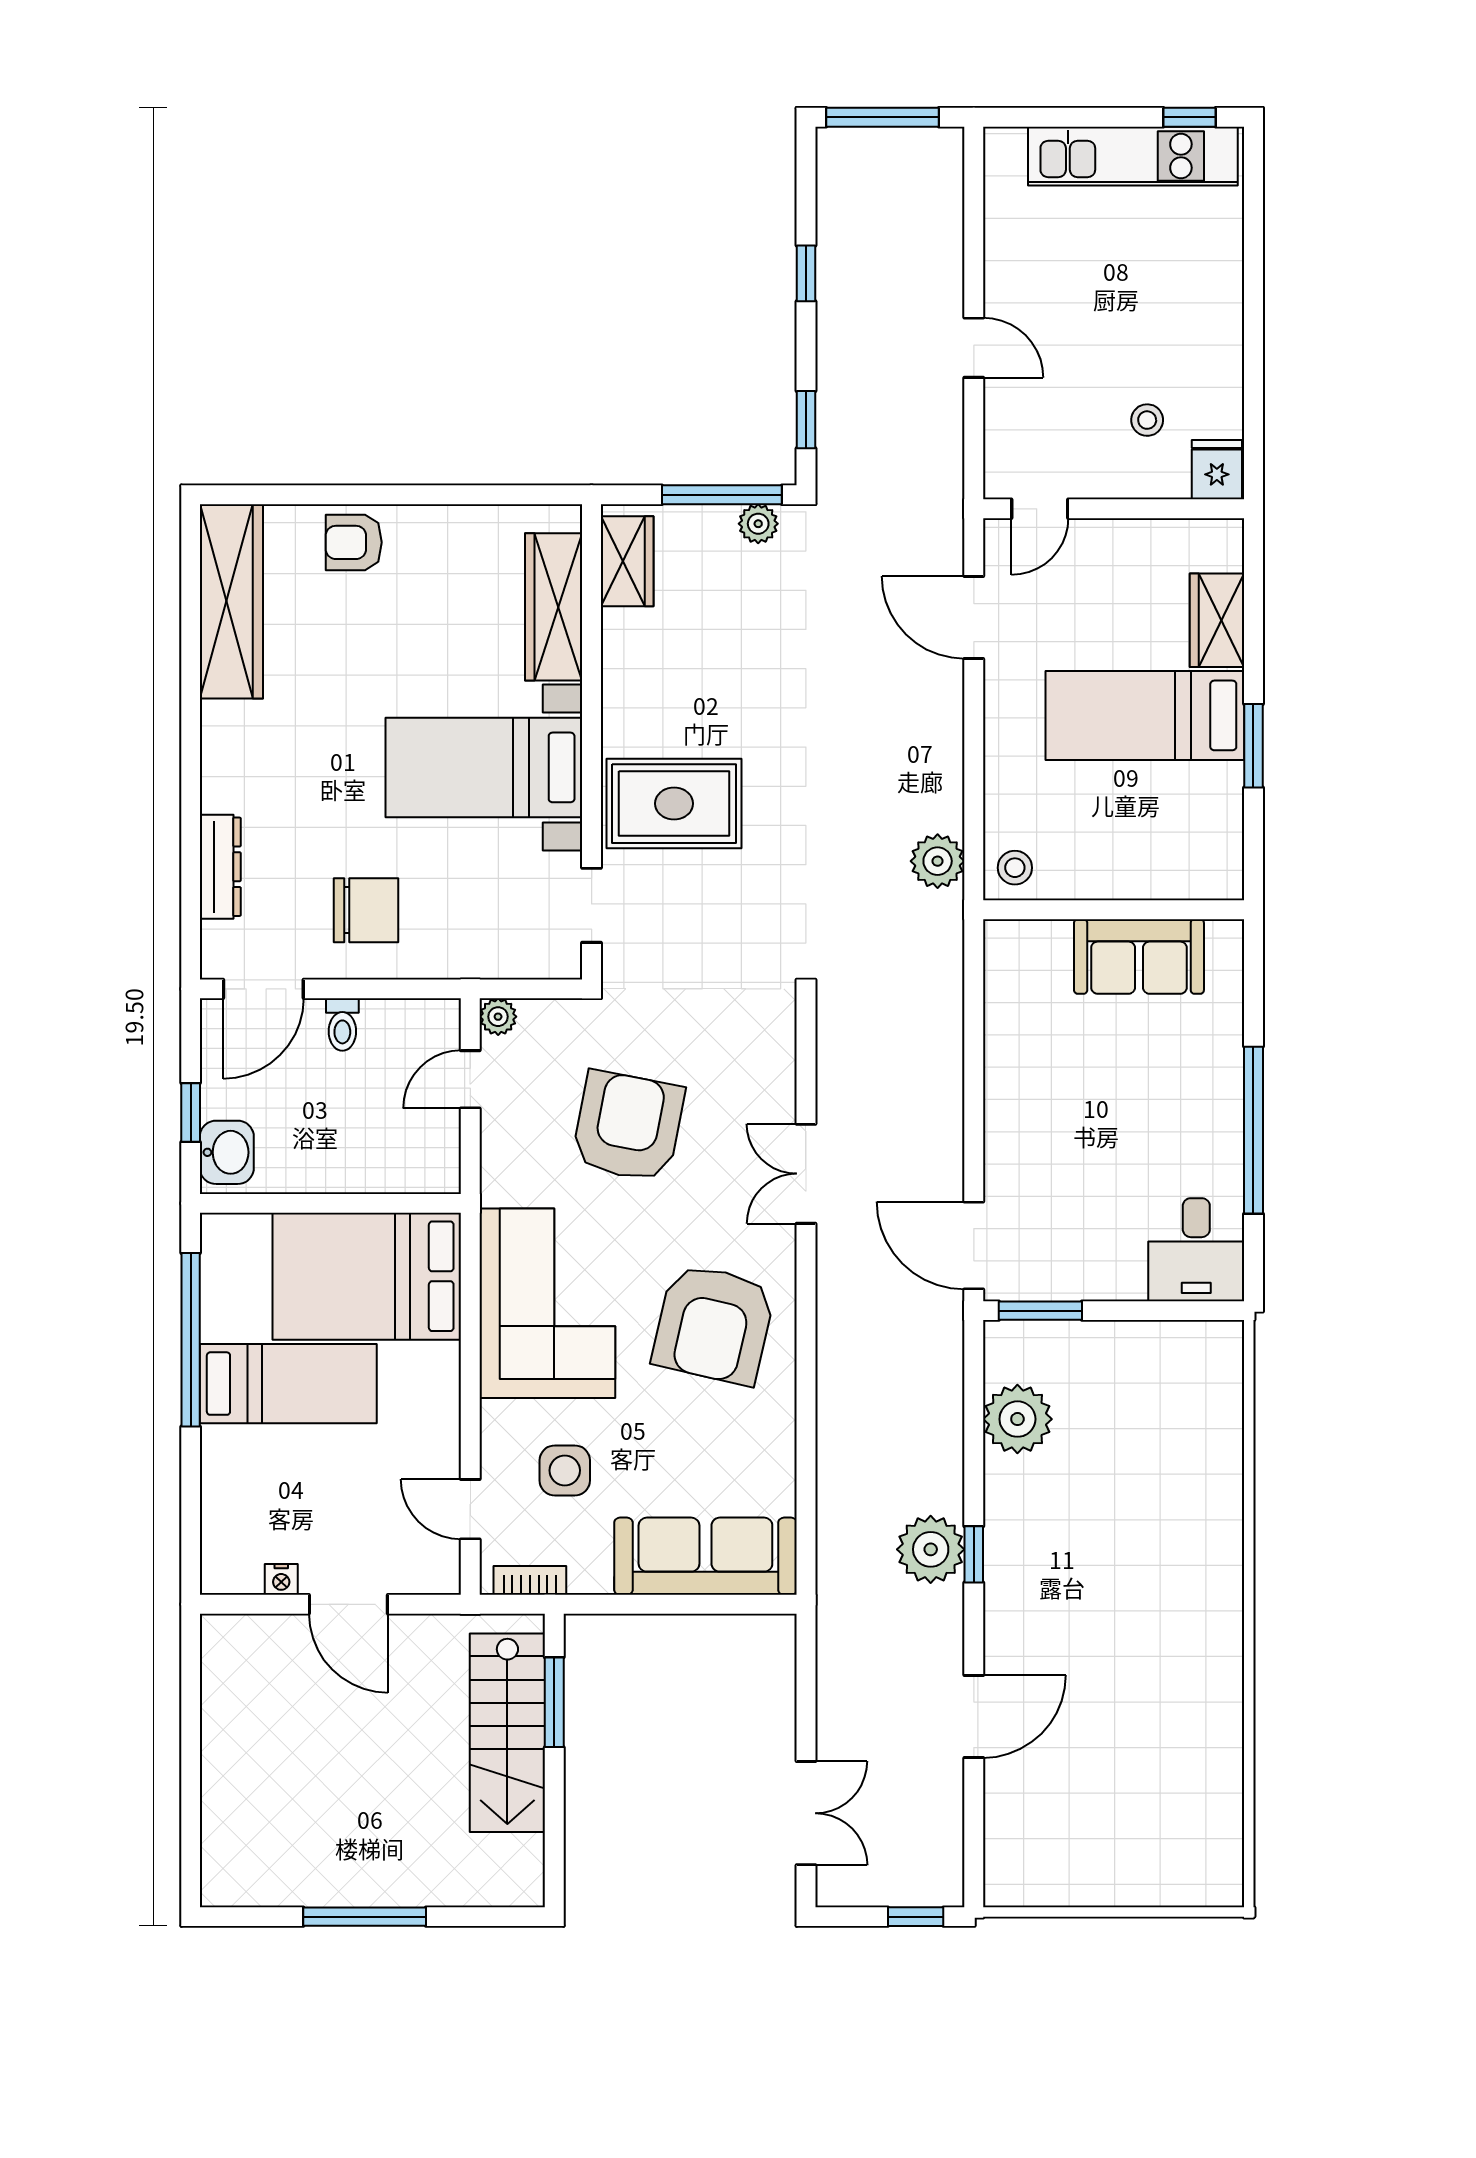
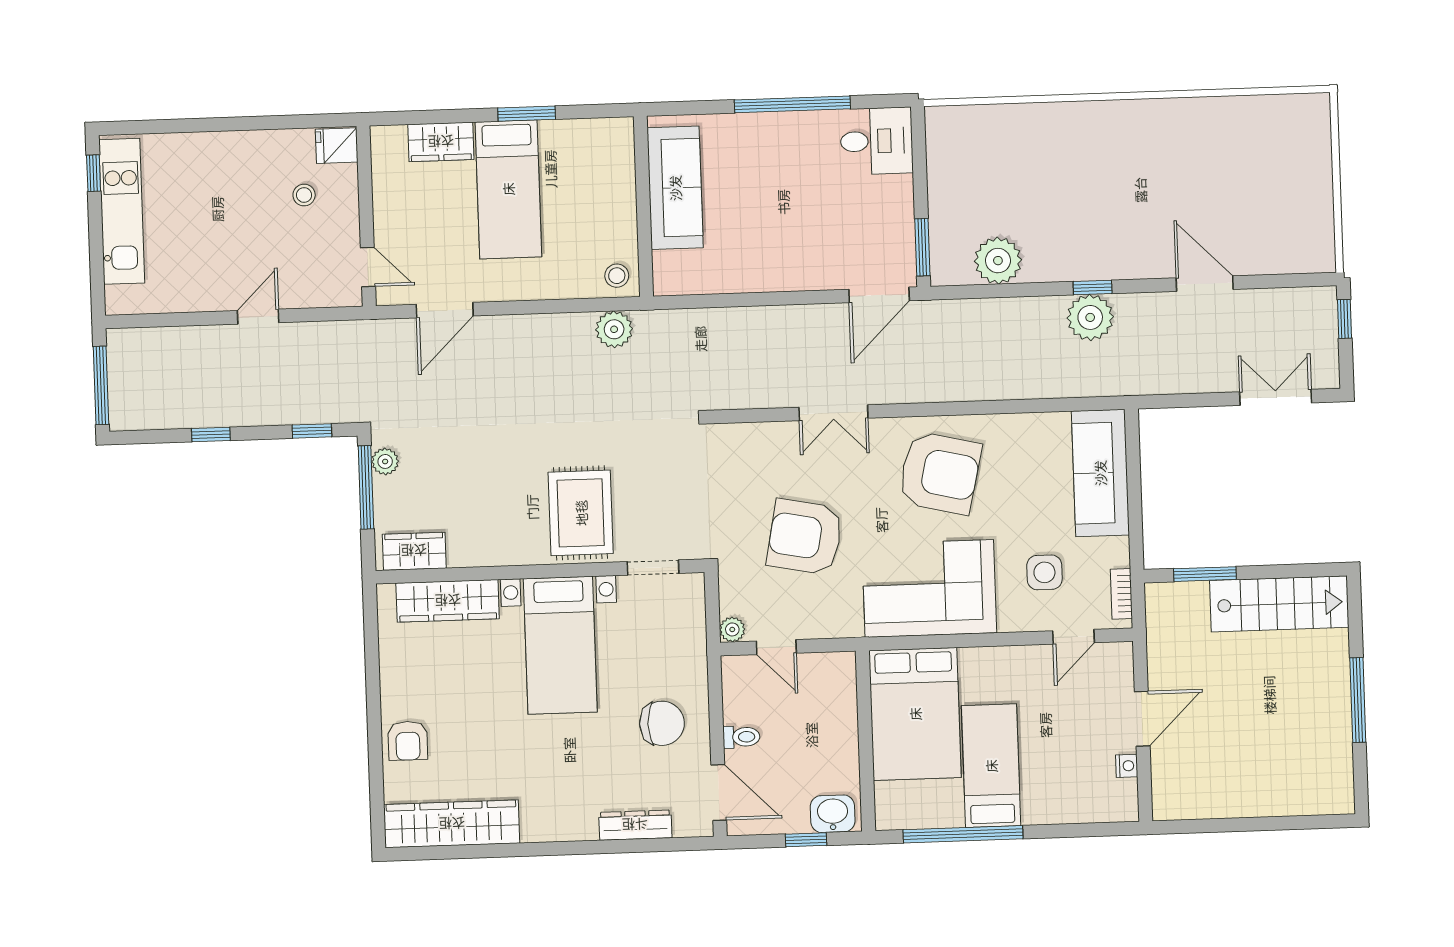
chair: (366, 910) -> (662, 723), turned 90
sofa: (1139, 956) -> (675, 188), width x1.36
stairs: (507, 1733) -> (1279, 604), moved

